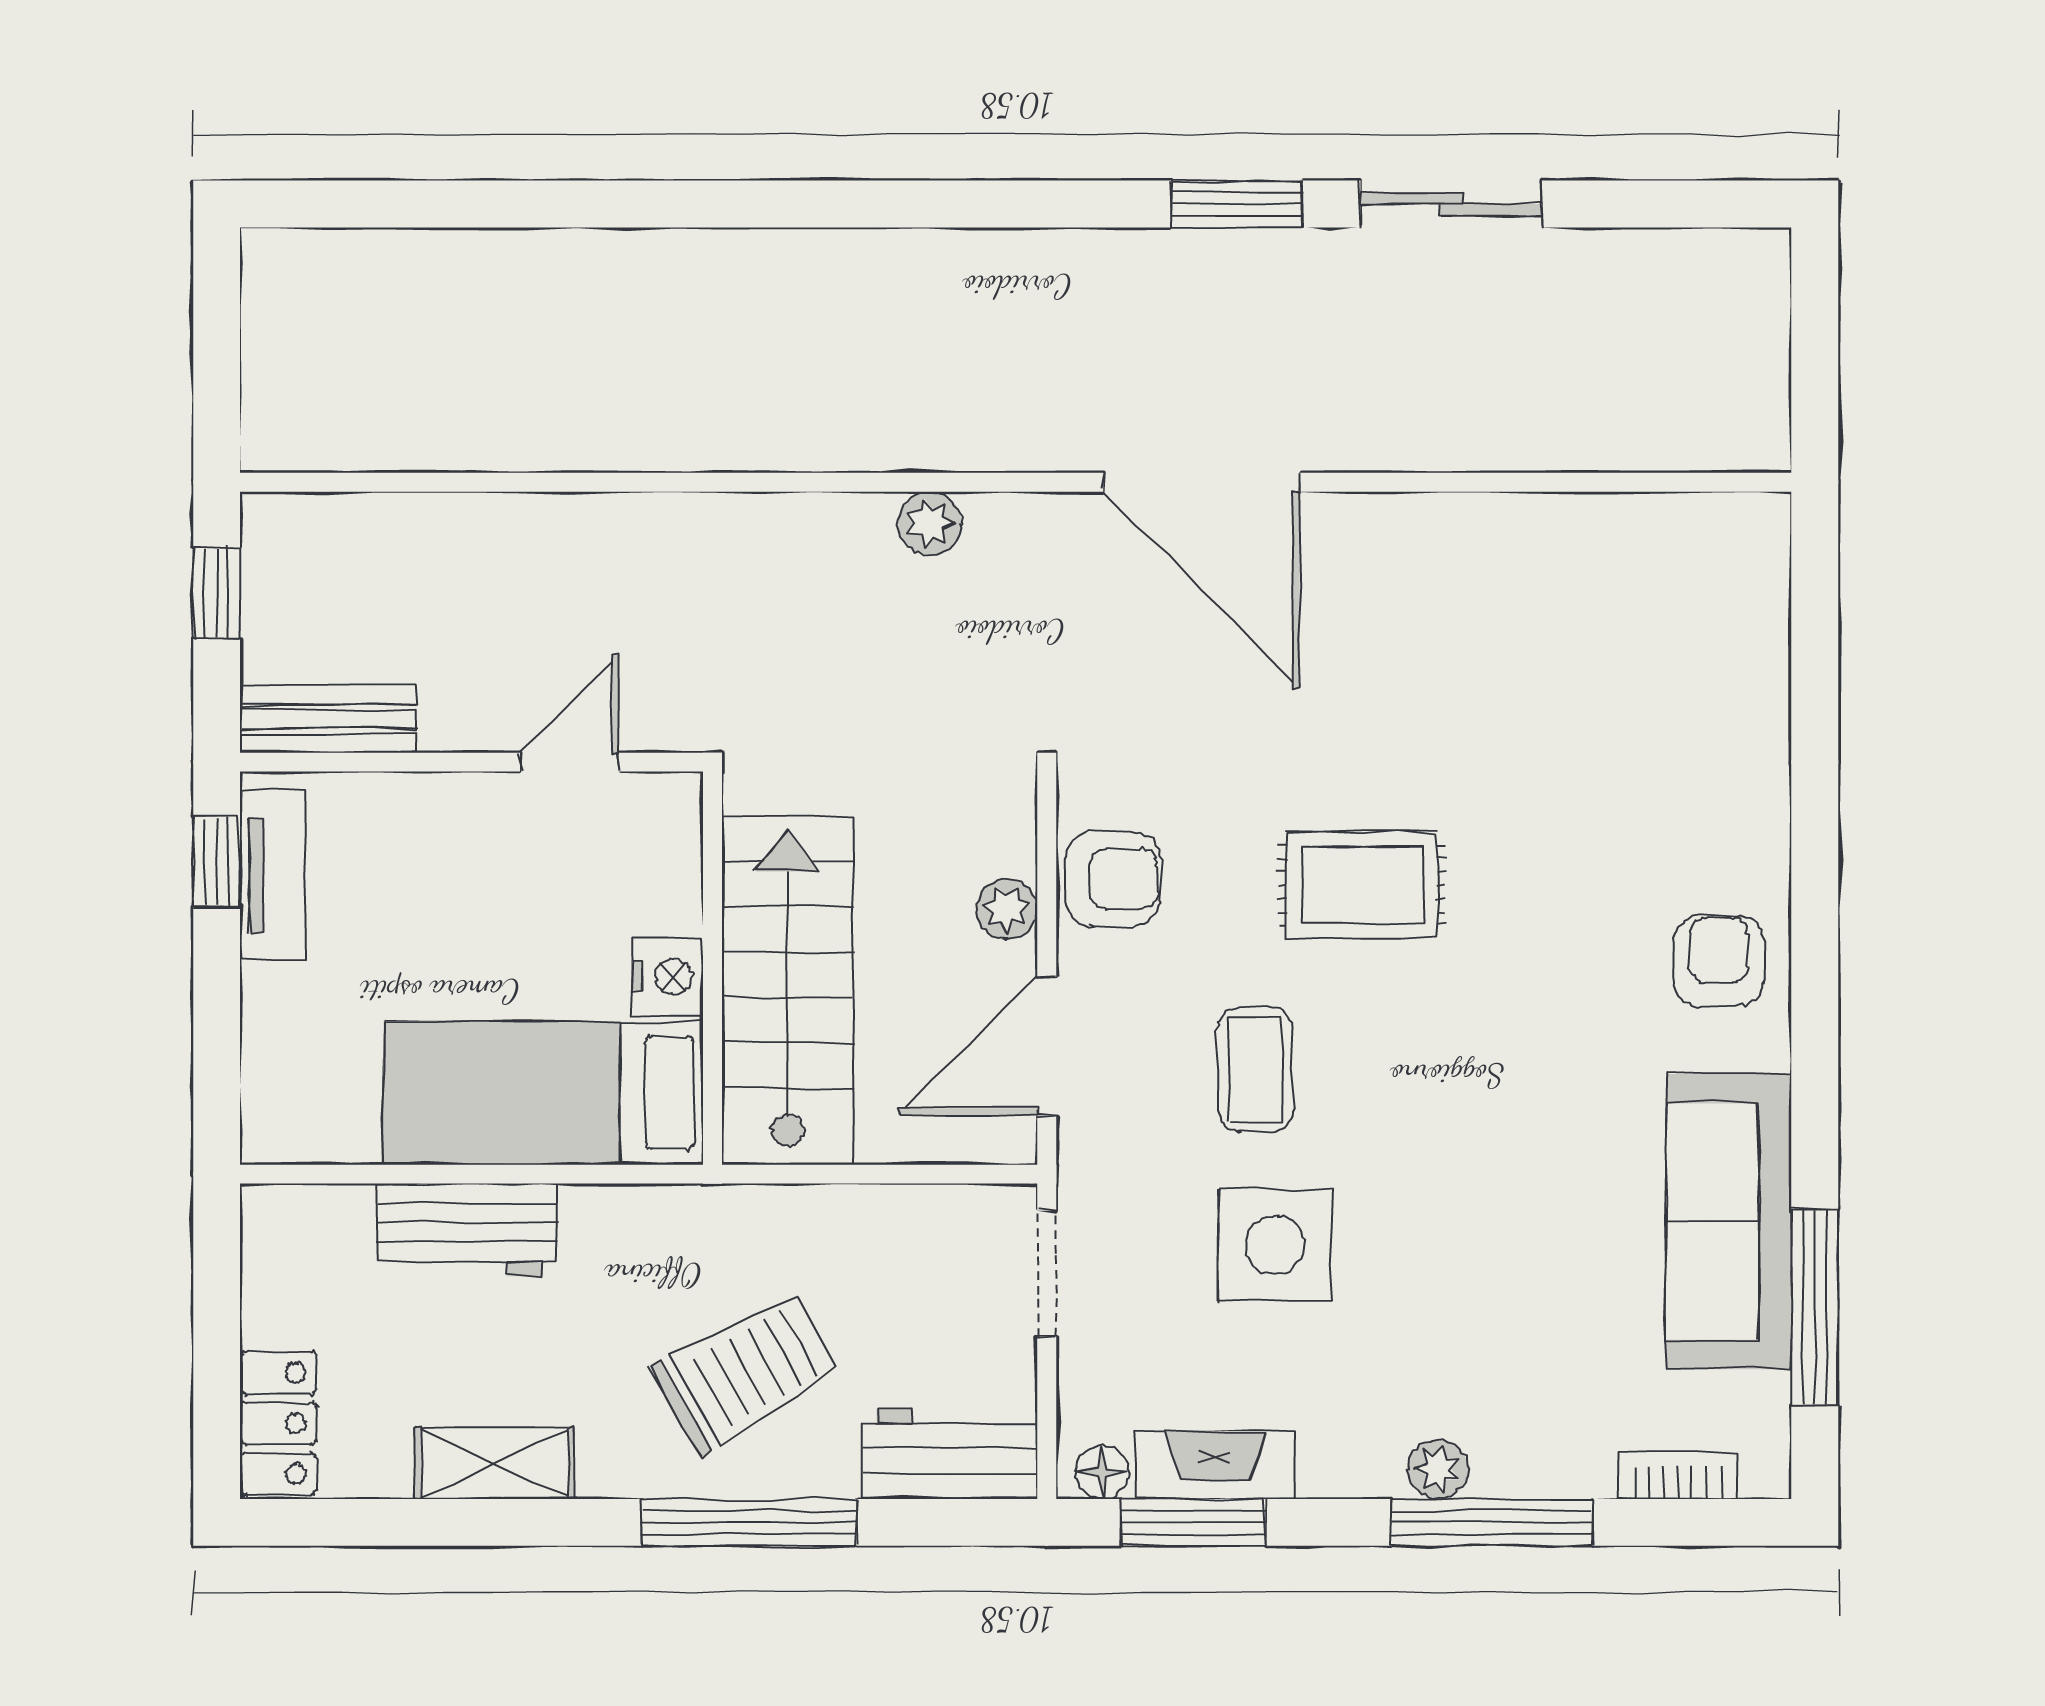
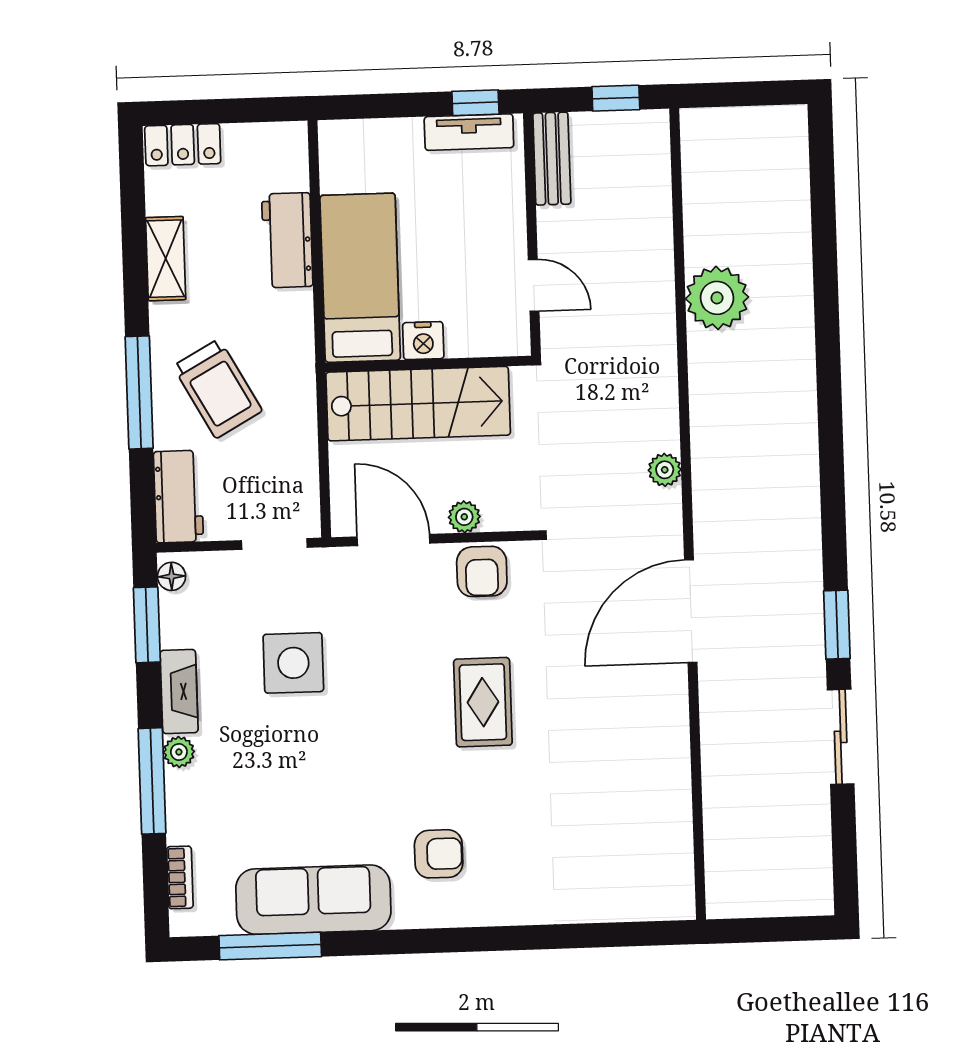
plant: (605, 412) -> (717, 298), added
armchair: (1719, 961) -> (439, 854), moved
coffee table: (1256, 1070) -> (385, 650), removed
fireplace: (1215, 1465) -> (179, 692), moved

